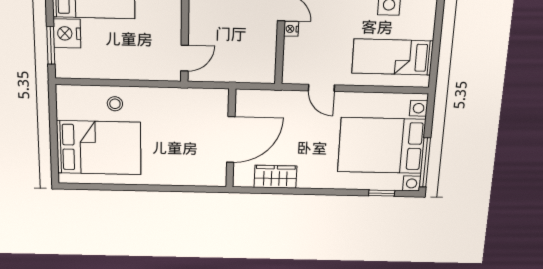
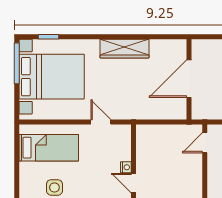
wall: (231, 139) -> (189, 79), moved
door: (231, 140) -> (189, 79), moved
wardrobe: (275, 177) -> (125, 49), width x1.50

